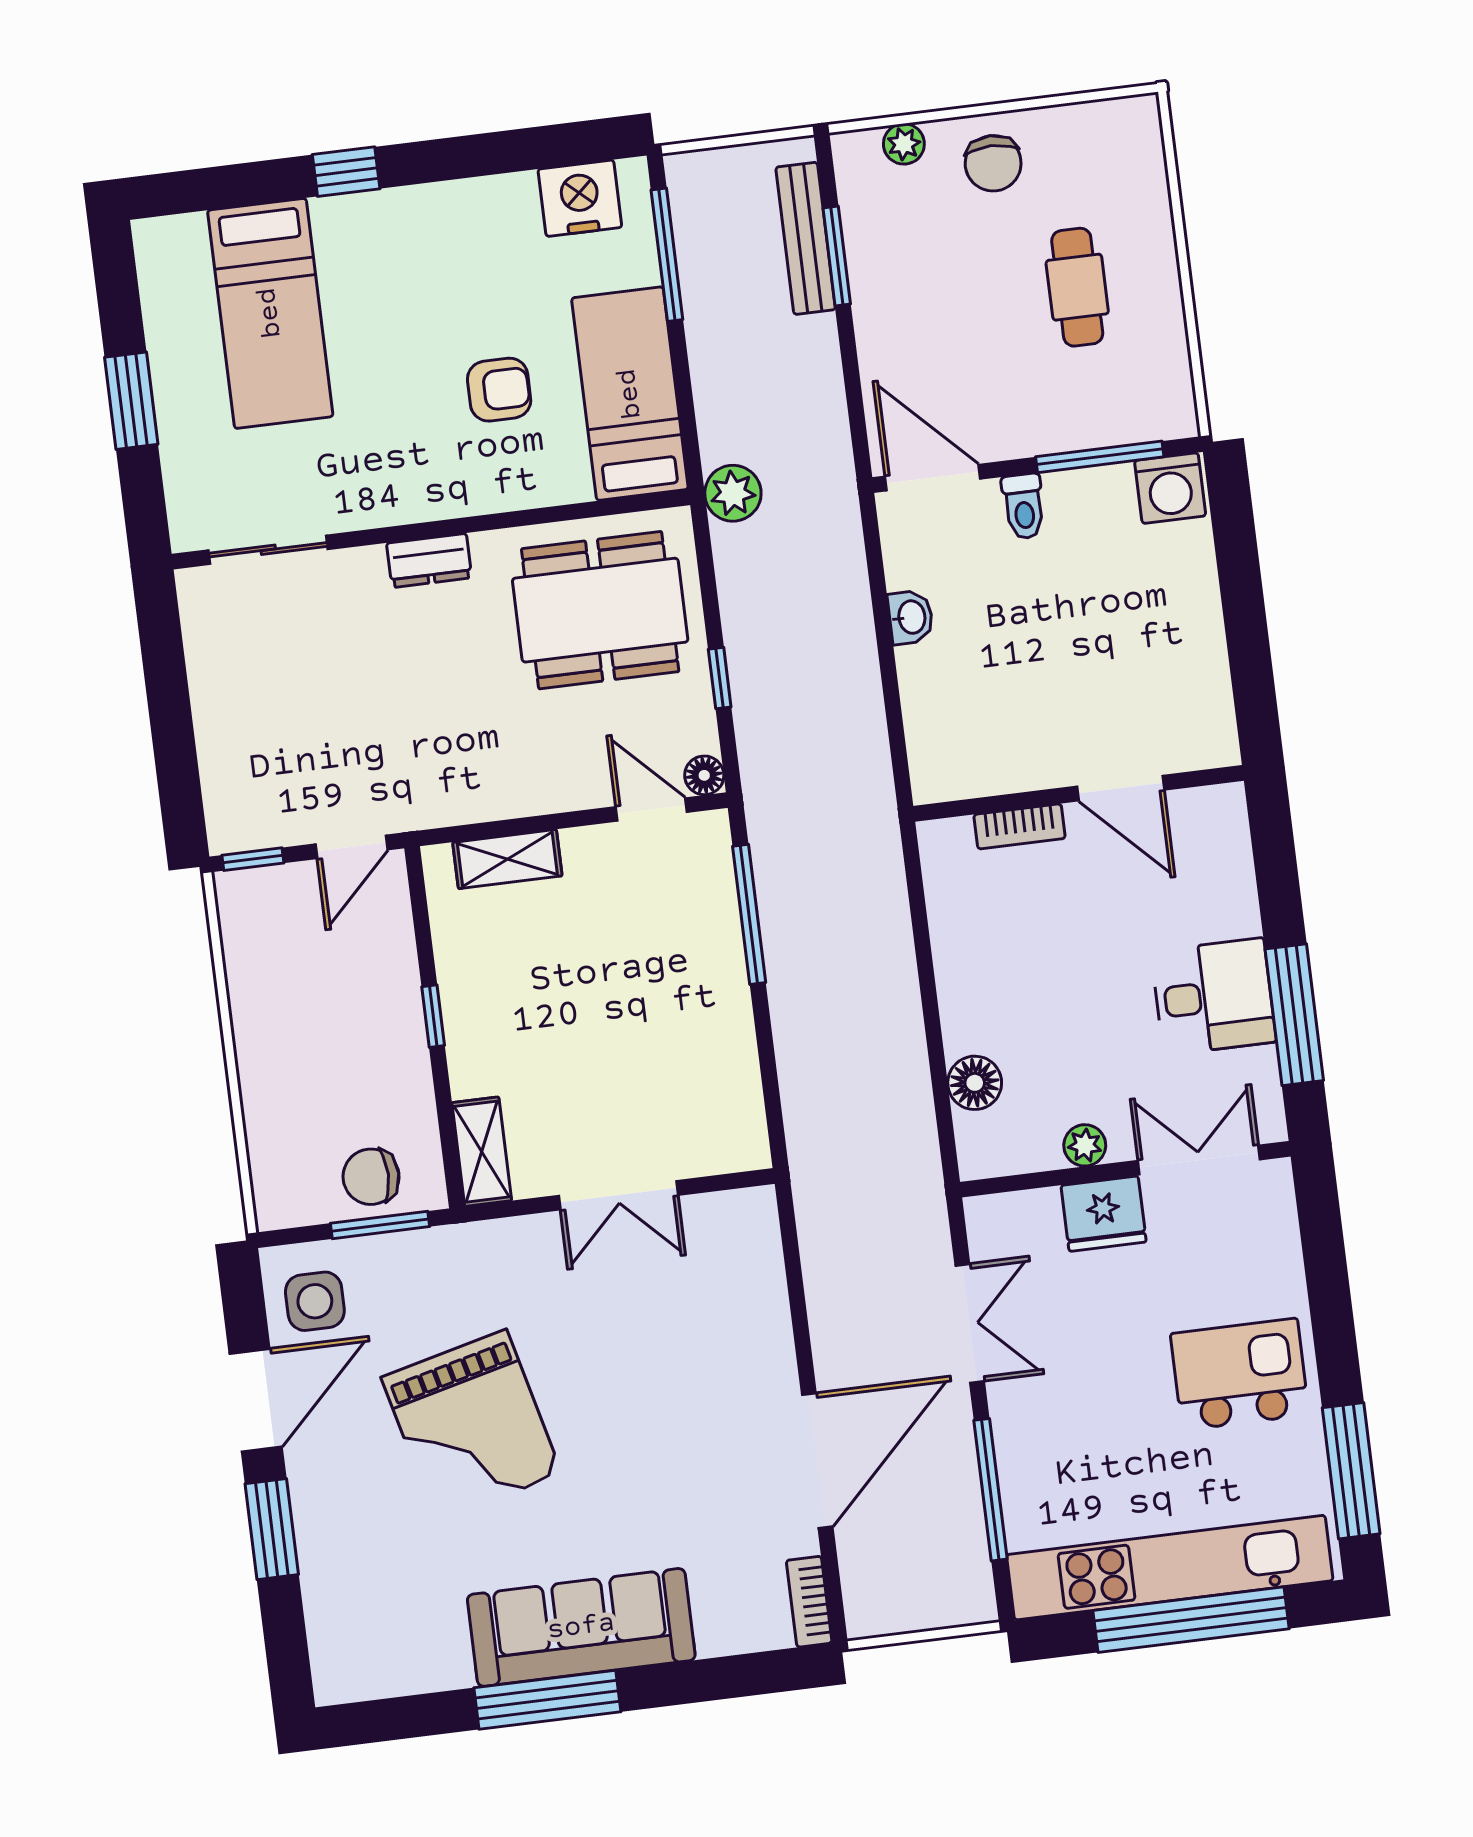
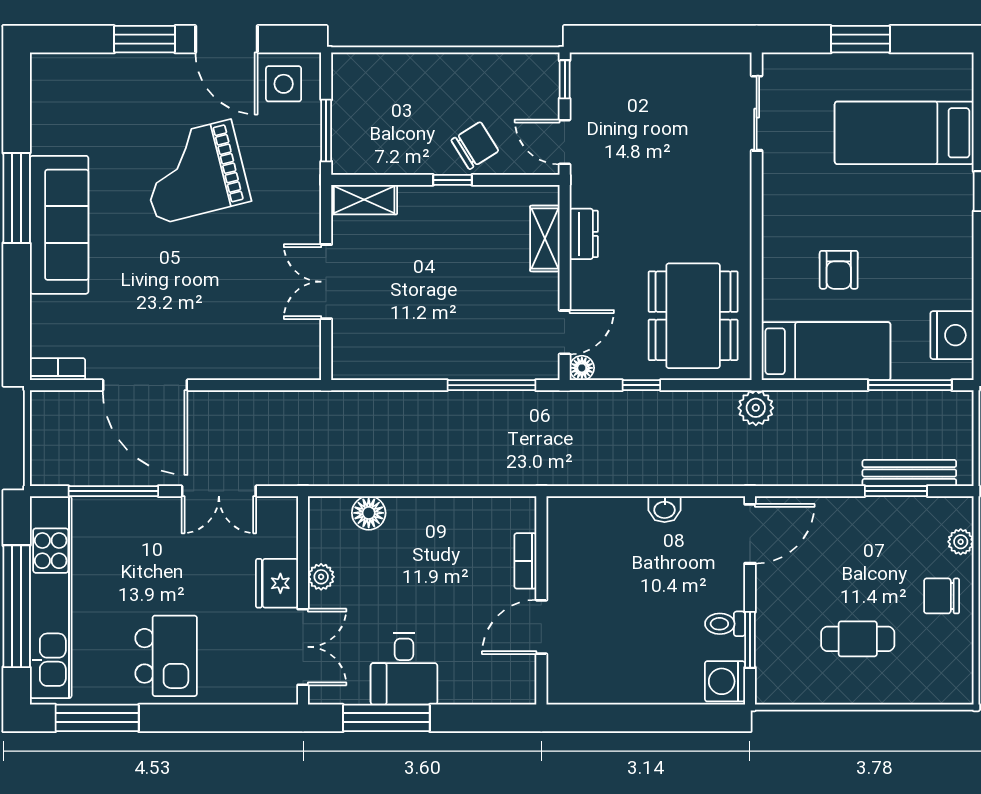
window: (1100, 457) -> (750, 640), width x0.69
toilet: (1024, 506) -> (725, 624), moved
dresser: (429, 560) -> (584, 234), moved, turned 180
chair: (371, 1177) -> (475, 146), moved, turned 58

